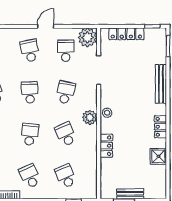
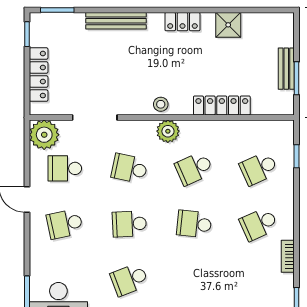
locker: (106, 146) -> (222, 105), width x1.53

